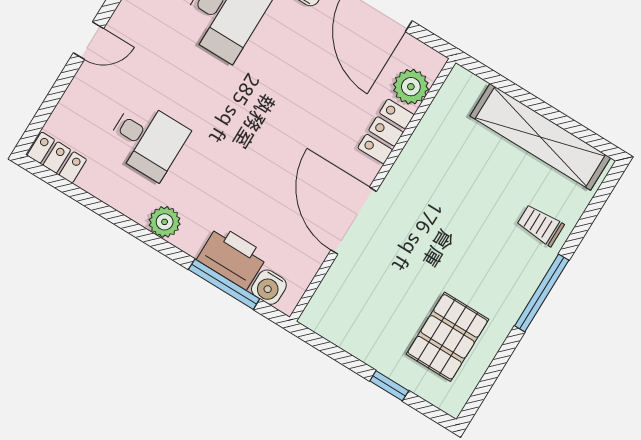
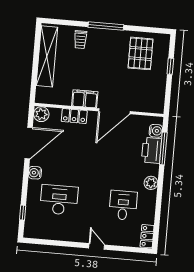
plant: (411, 87) -> (41, 114), moved
filing cabinet: (411, 172) -> (85, 99), added
pallet: (448, 337) -> (141, 53), turned 90

